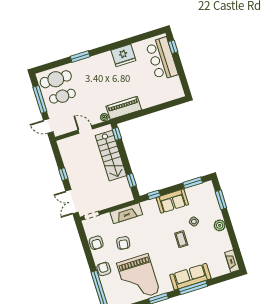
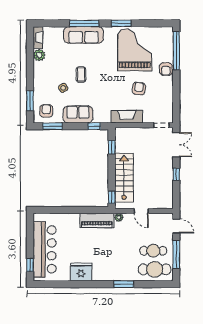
bar counter: (162, 59) -> (45, 249), width x1.36
plant: (220, 225) -> (39, 55), moved
armchair: (96, 243) -> (46, 111), moved

